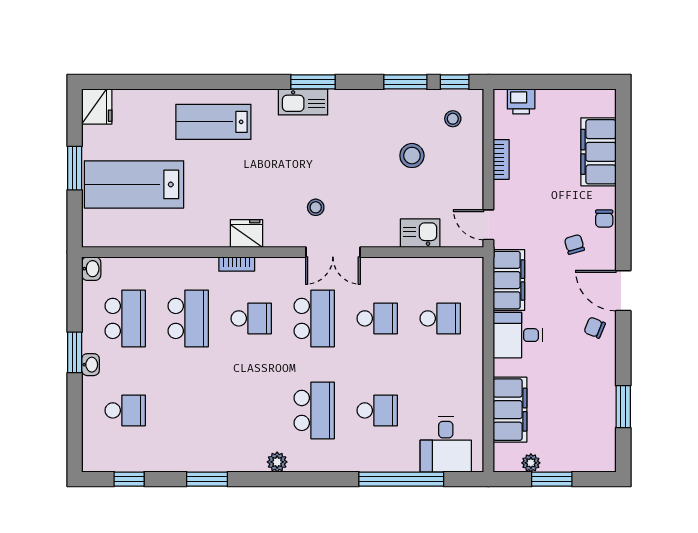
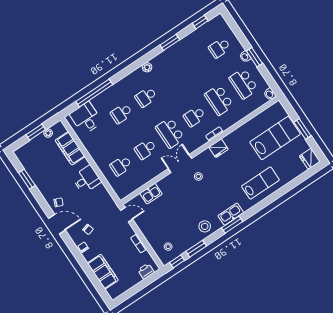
stool: (412, 156) -> (205, 226), moved
filing cabinet: (509, 280) -> (104, 198), removed
school desk: (314, 410) -> (146, 97), width x0.54

